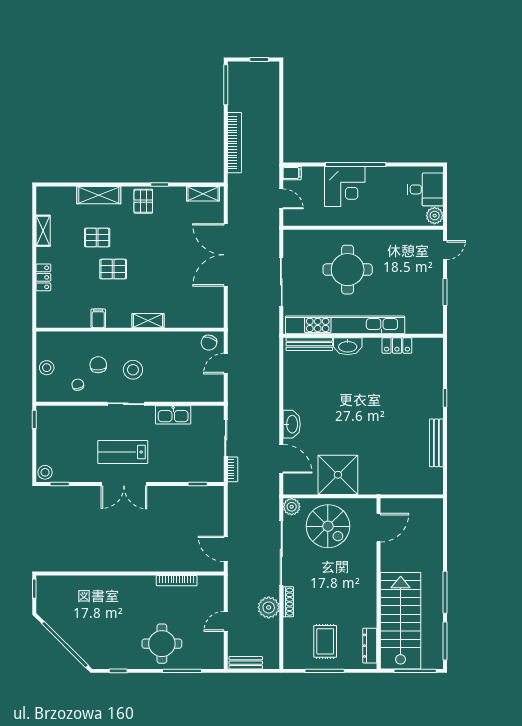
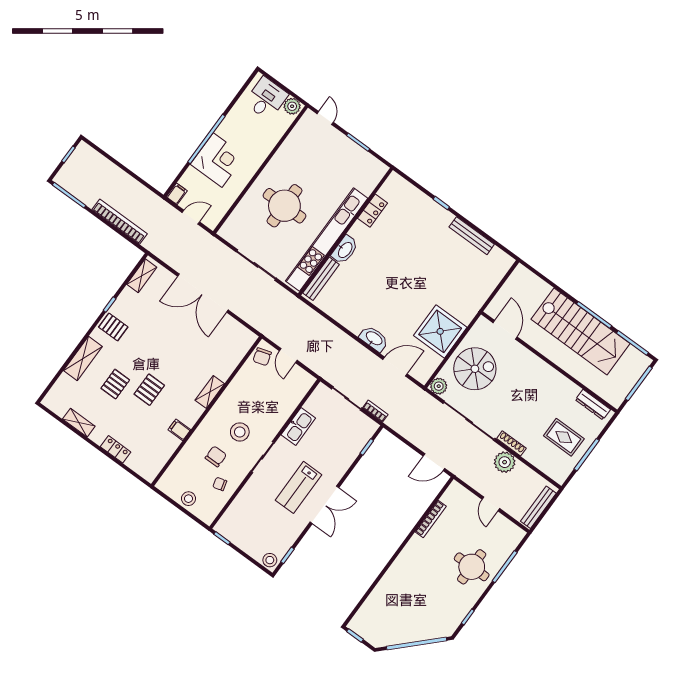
chair: (209, 343) -> (262, 357), turned 53
chair: (98, 365) -> (216, 456), turned 93
stairs: (401, 621) -> (580, 331), moved, turned 180
bench: (246, 663) -> (538, 507), width x1.36

